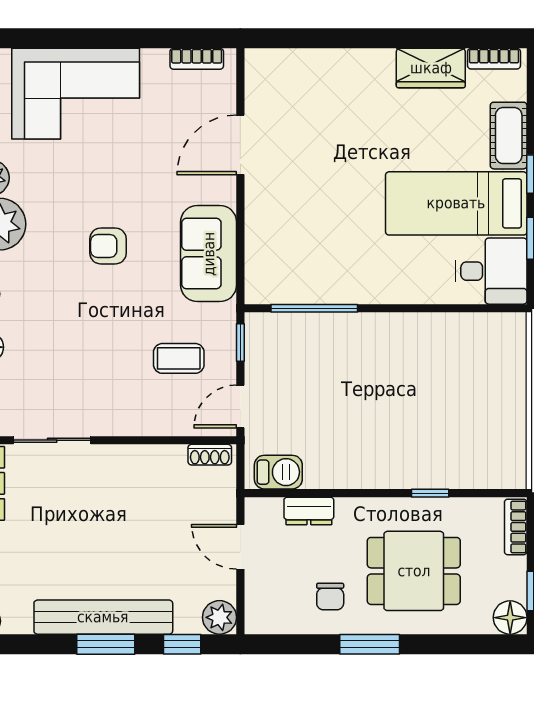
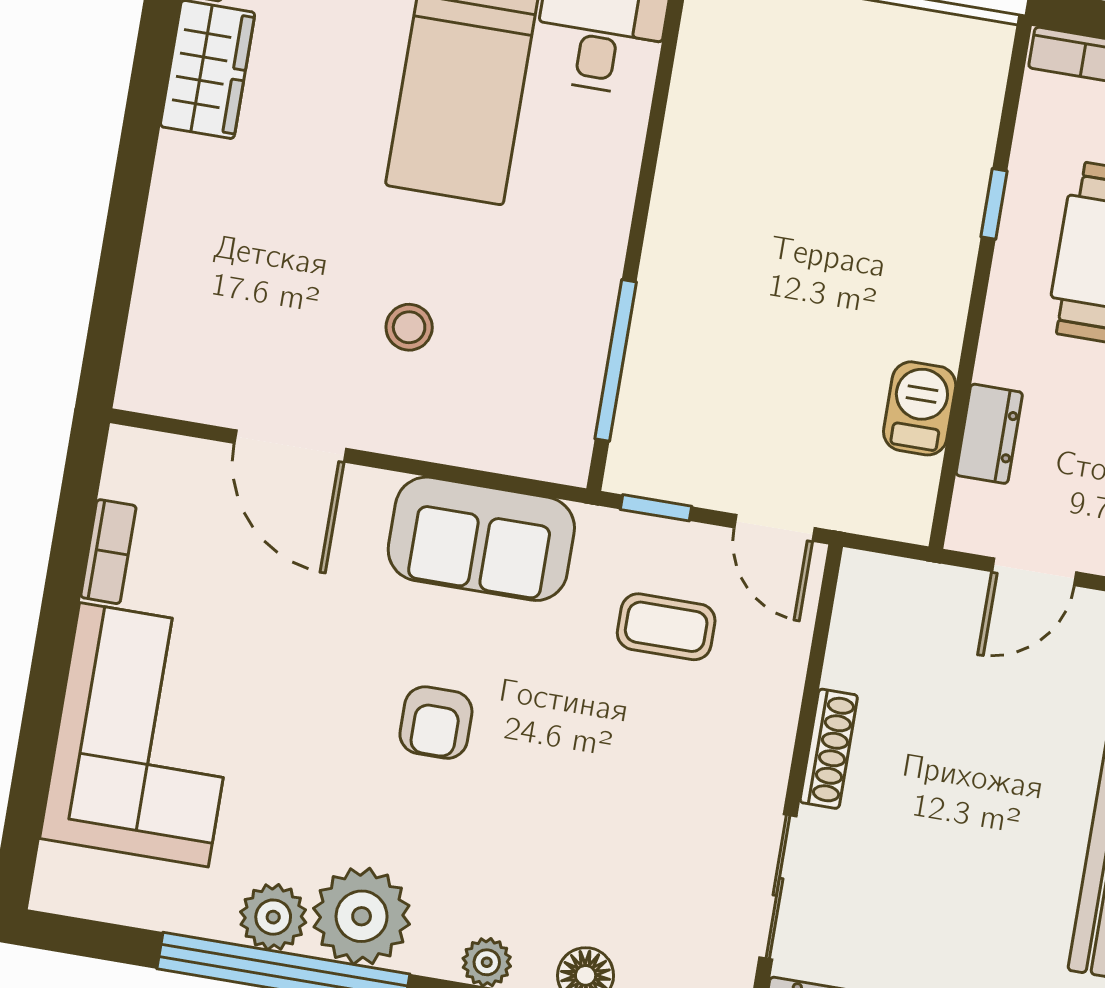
bookcase: (197, 59) -> (108, 552), moved
stool: (313, 197) -> (409, 327), added
coffee table: (179, 358) -> (666, 627), turned 90
shoe rack: (210, 455) -> (829, 749), moved, width x1.43
barbecue: (278, 472) -> (920, 408), moved

